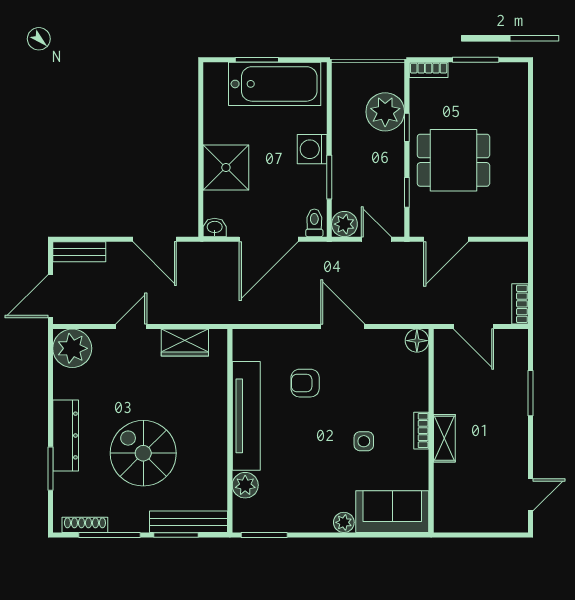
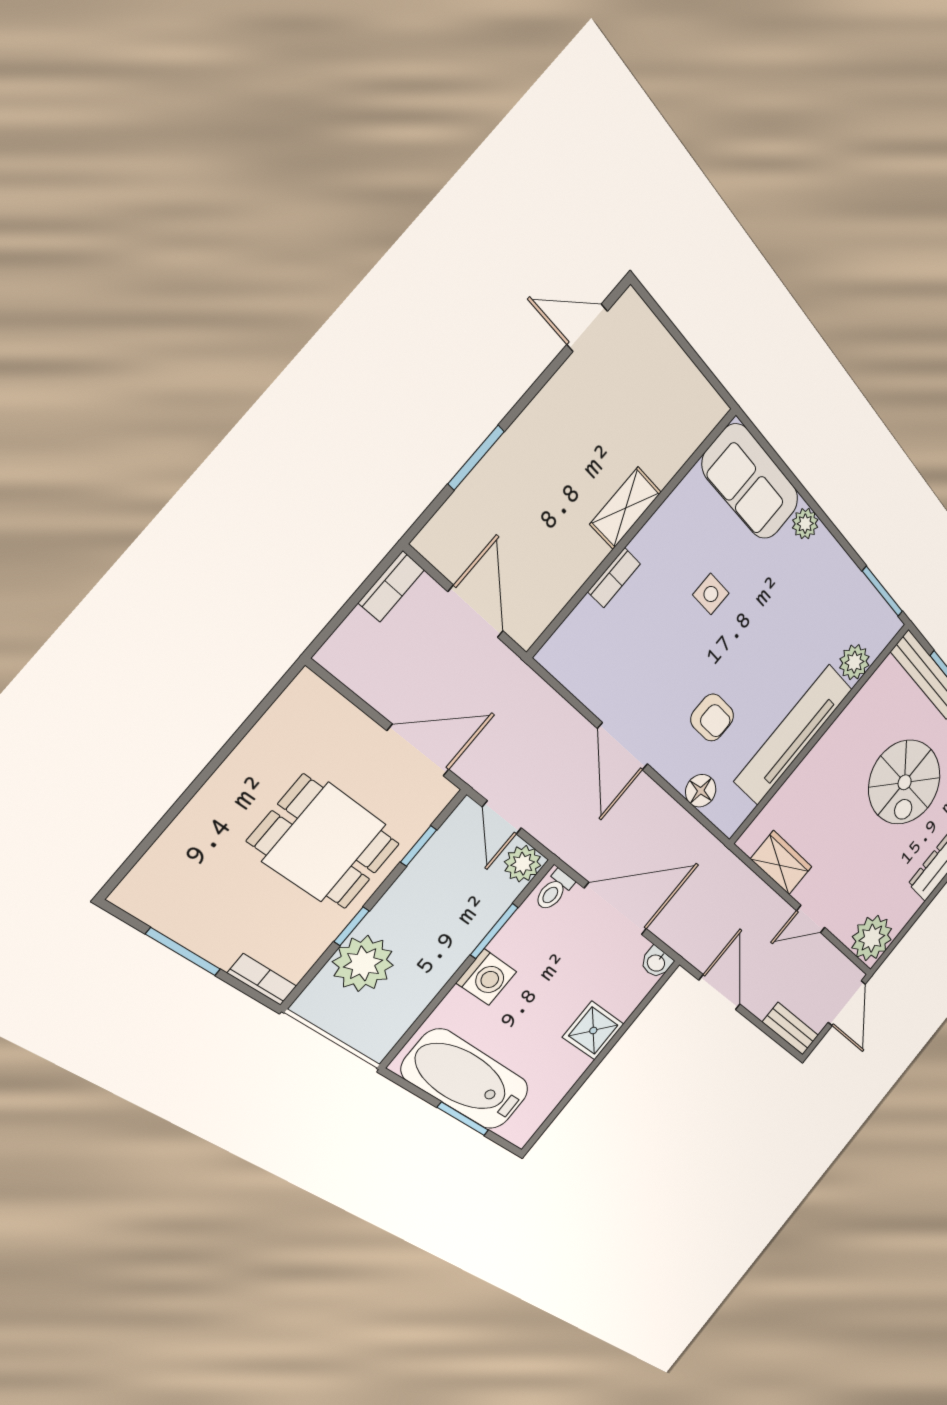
shower: (226, 167) -> (593, 1031), width x0.73, depth x0.73
door: (50, 296) -> (847, 1003), hinge flipped
floor lamp: (417, 341) -> (701, 791), moved
bookcase: (421, 431) -> (614, 578), moved

